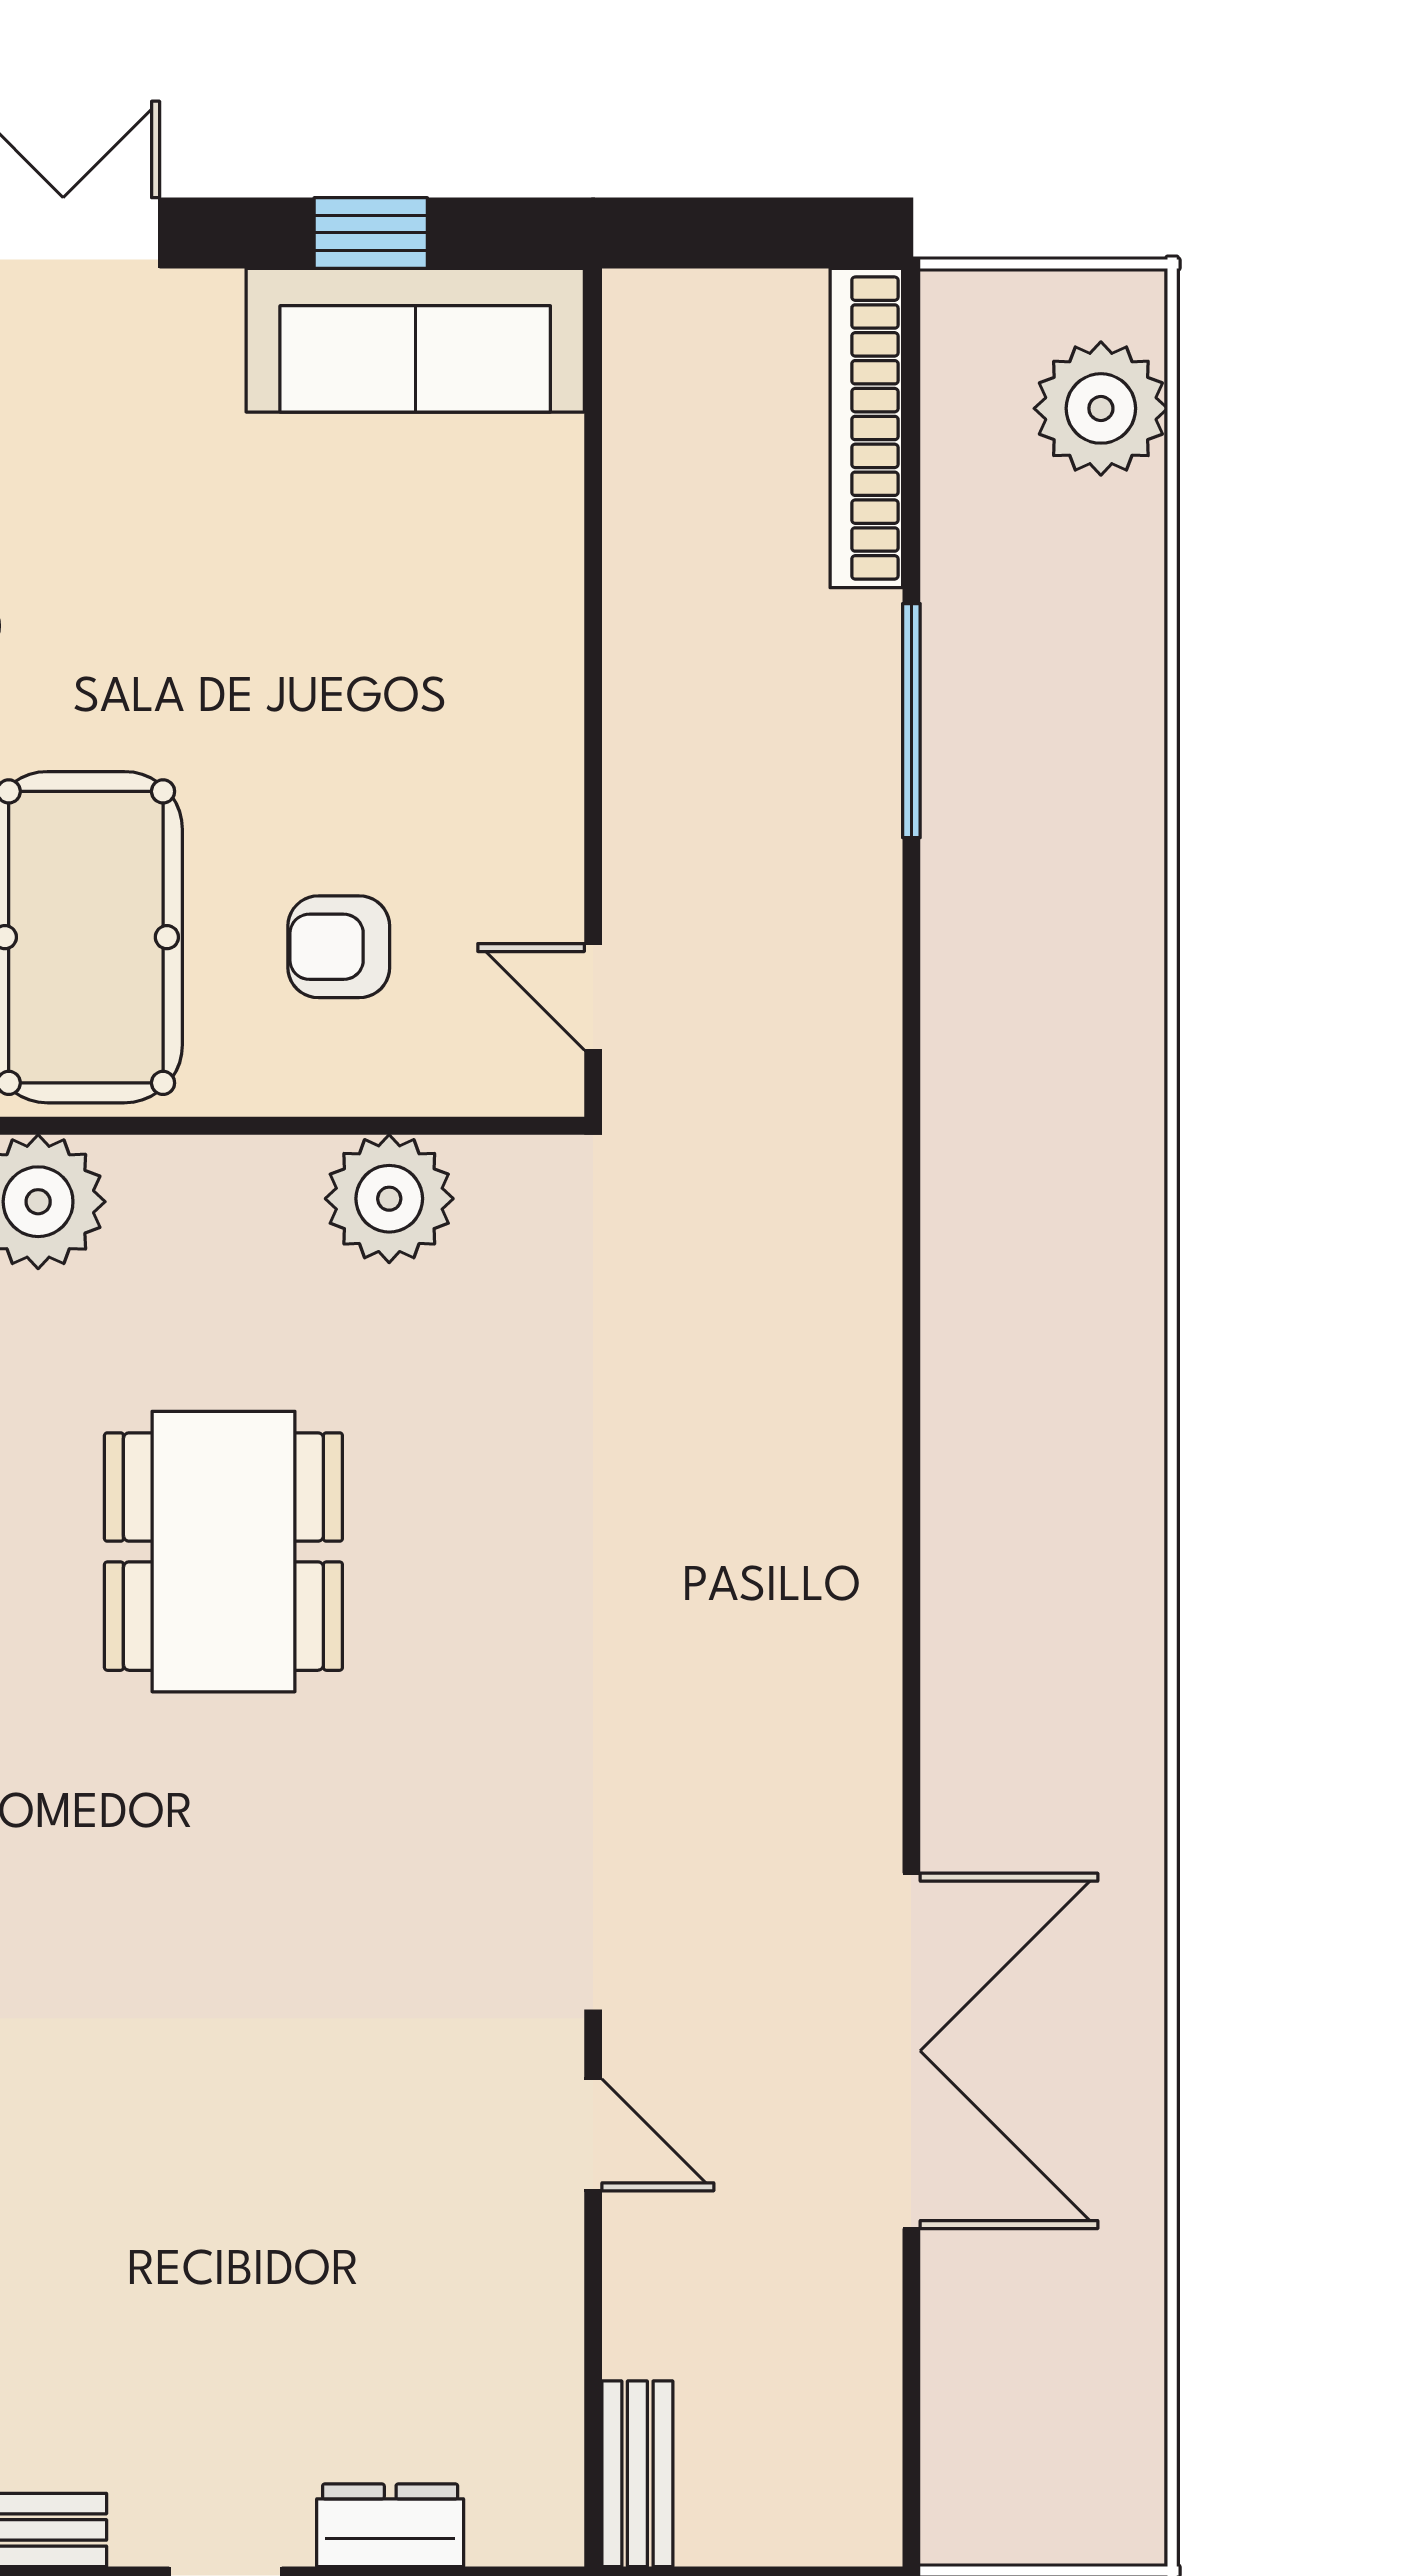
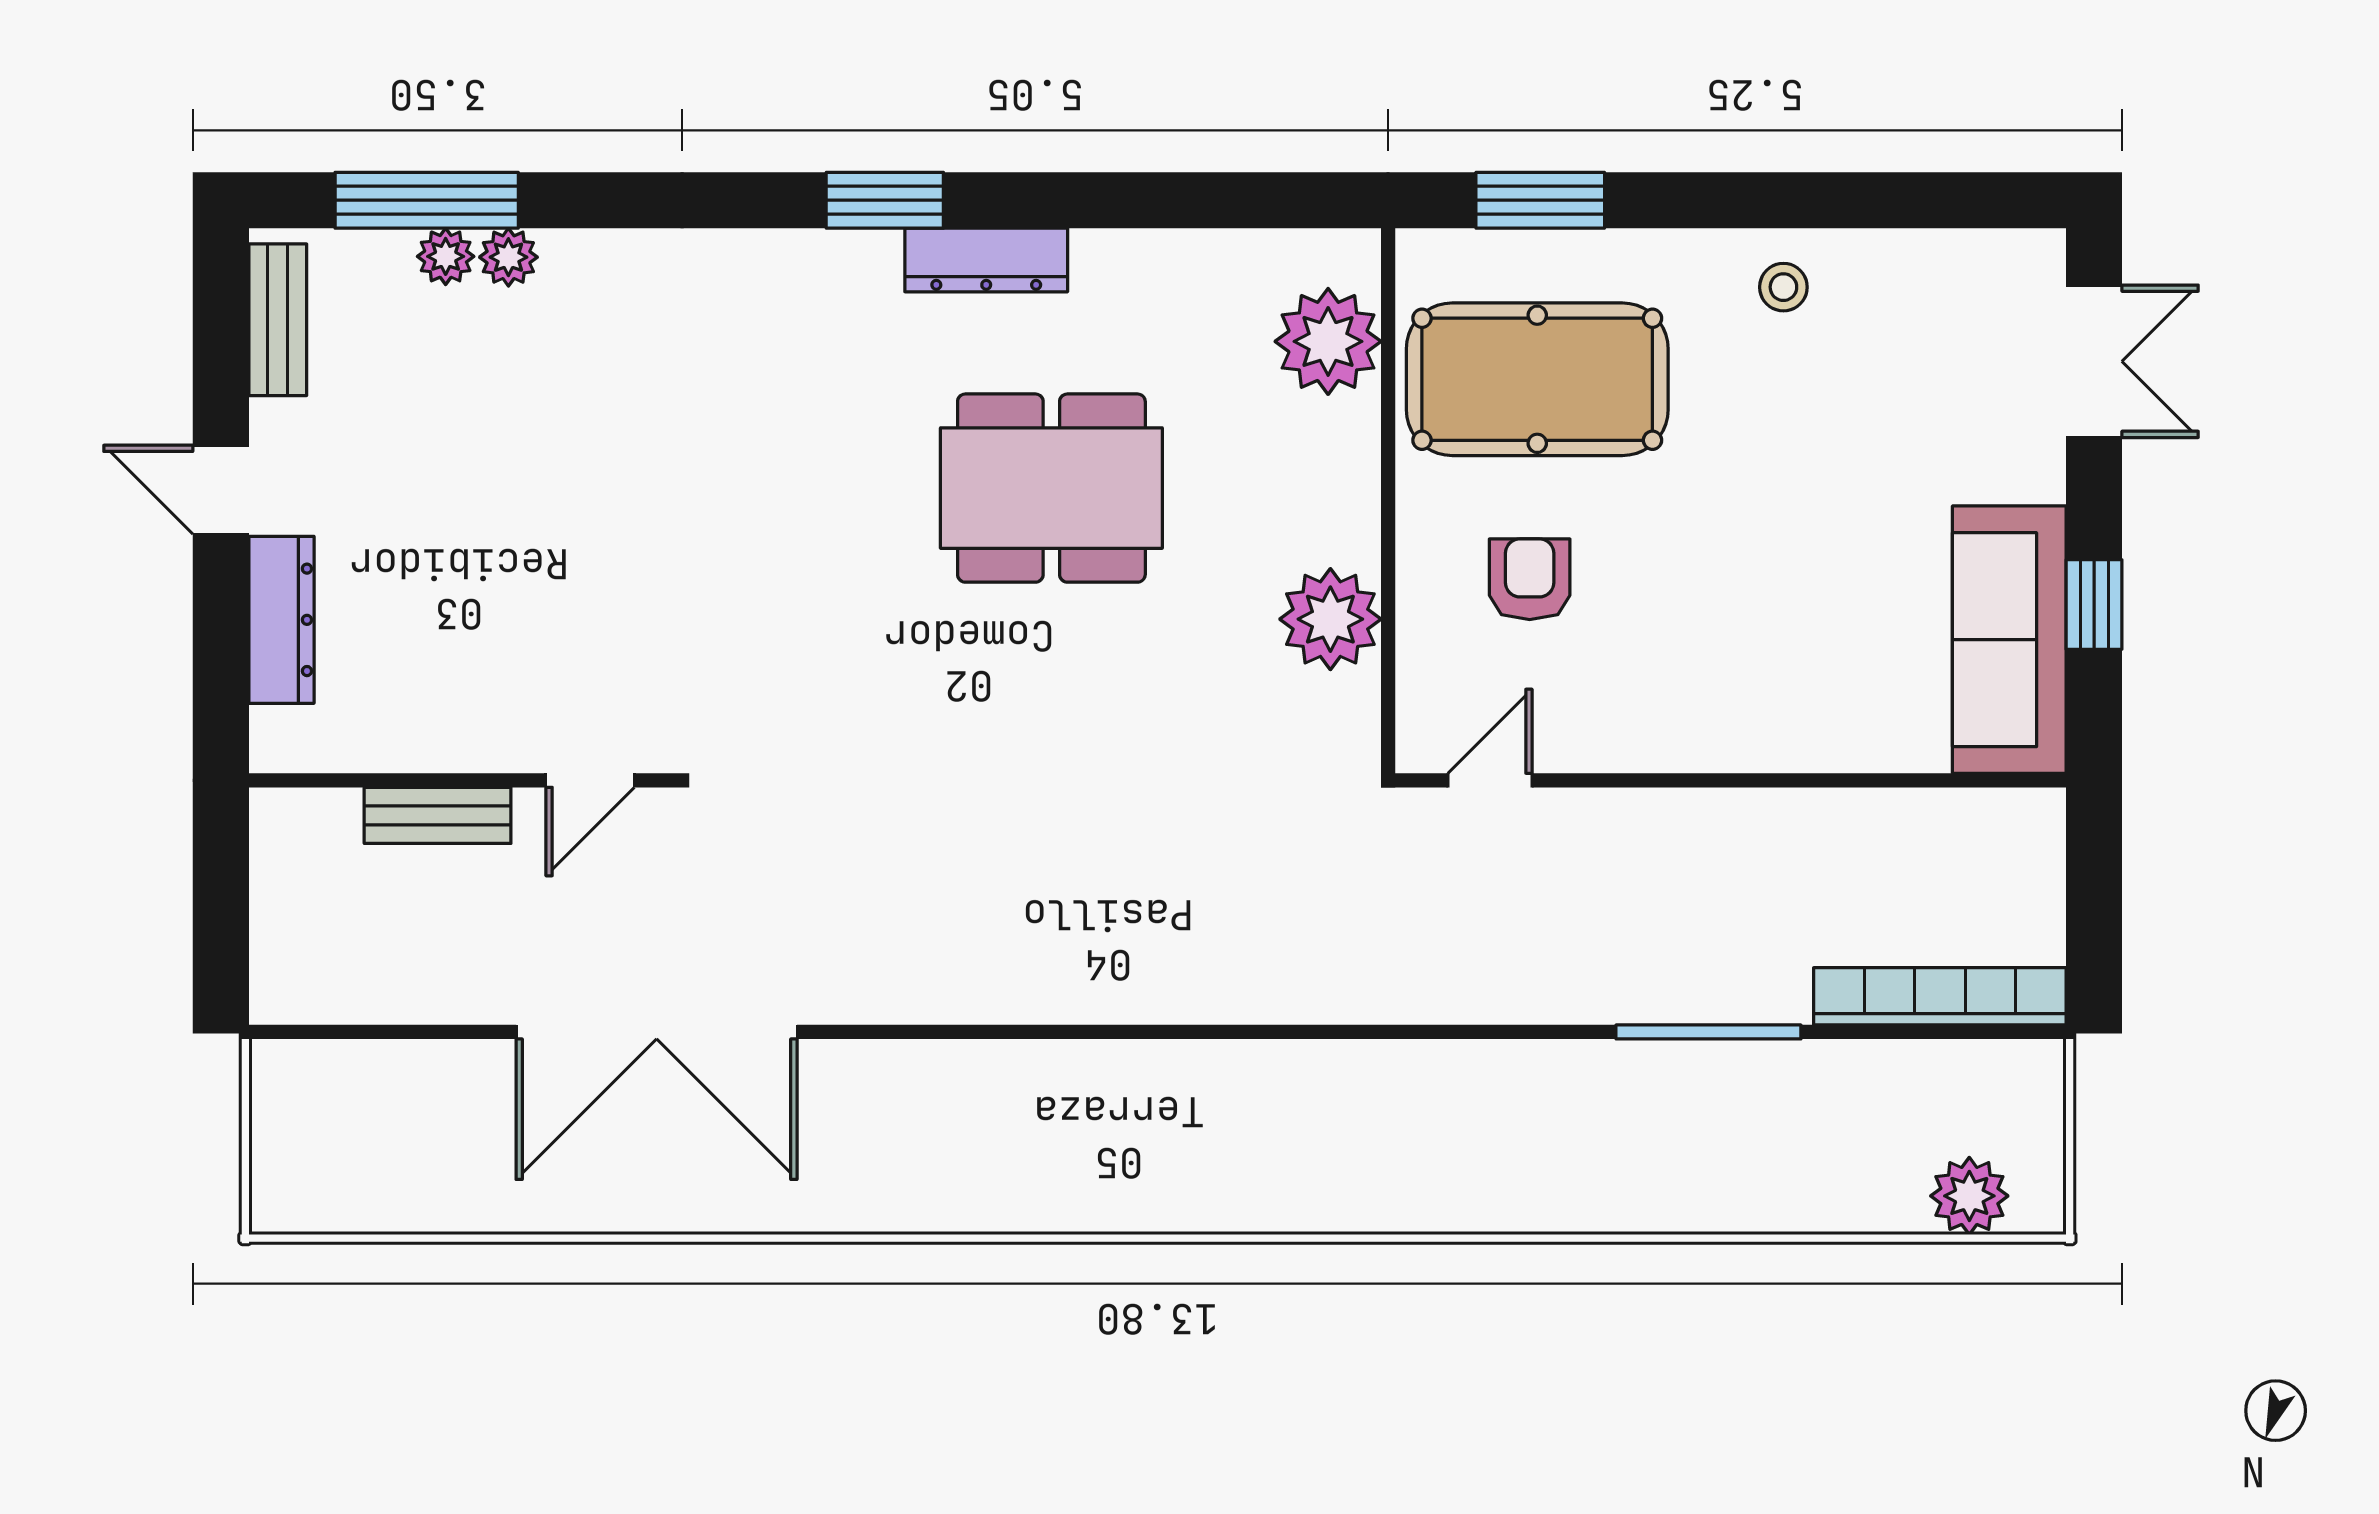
plant: (1101, 408) -> (1969, 1196), width x0.73, depth x0.73
bench: (637, 2474) -> (438, 815), moved
dresser: (390, 2525) -> (281, 620), width x1.44

